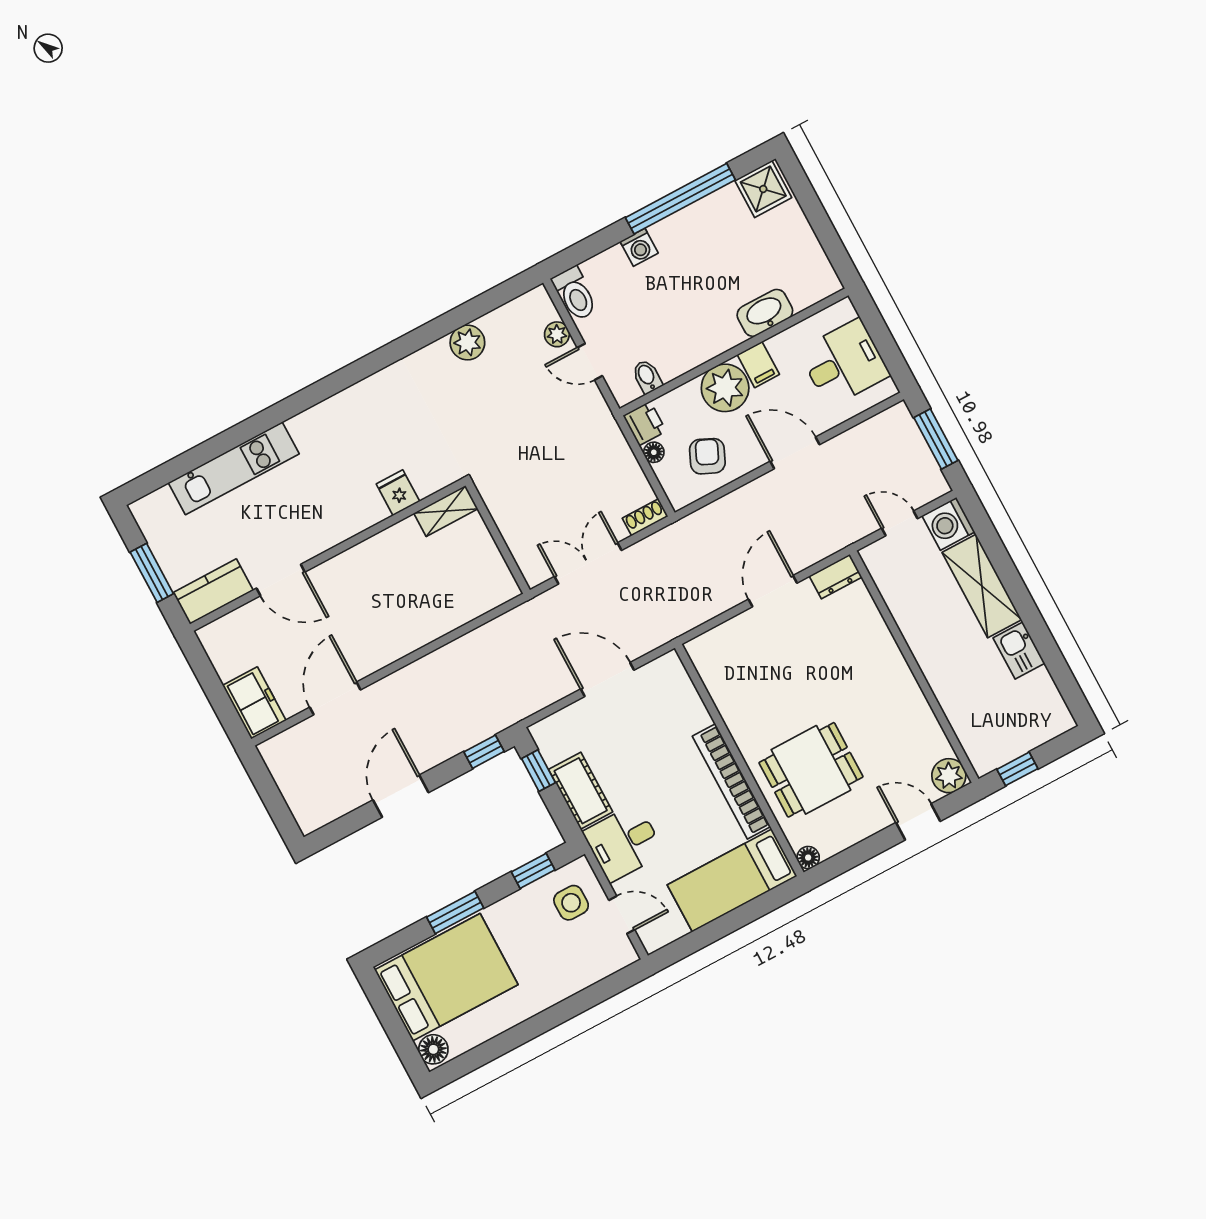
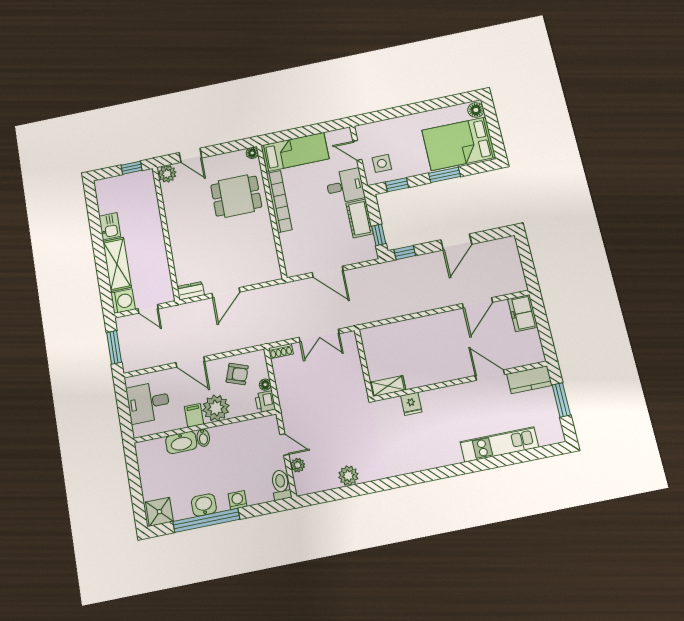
washbasin: (693, 222) -> (204, 505), added
bidet: (647, 377) -> (203, 438), moved
armchair: (707, 456) -> (237, 374), turned -94

